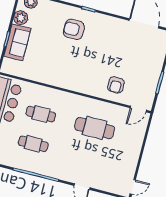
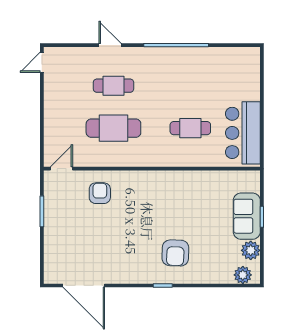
armchair: (74, 29) -> (175, 253), turned 92
cafe table: (33, 144) -> (113, 86), moved

